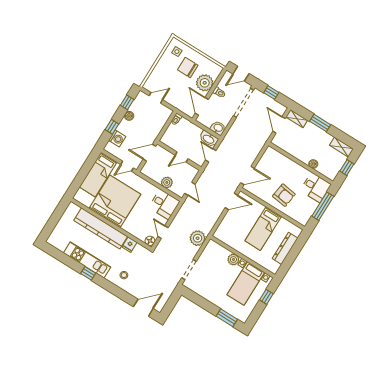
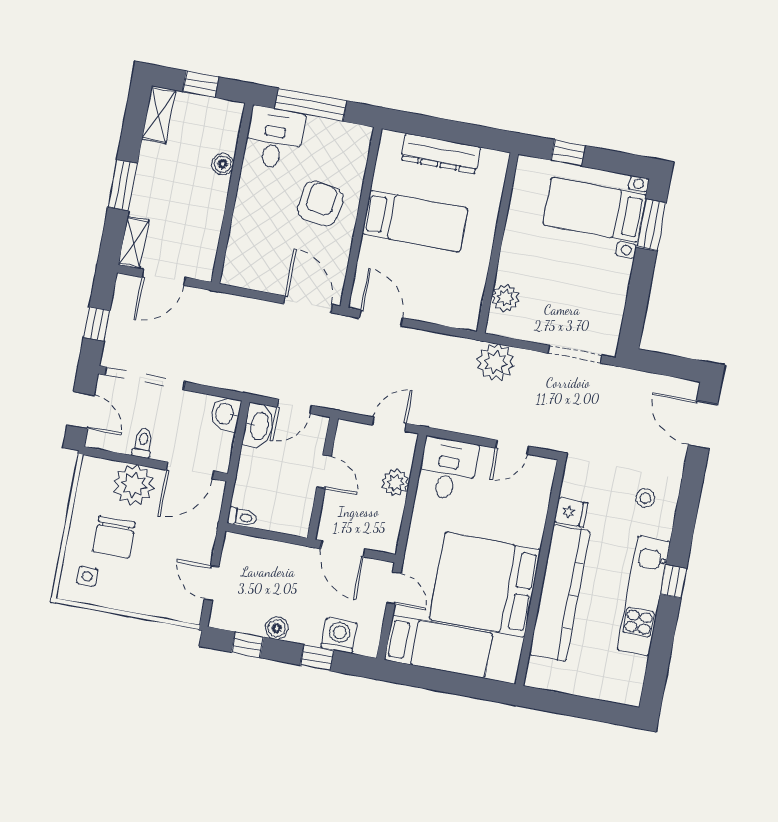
floor lamp: (150, 241) -> (544, 469), removed
plant: (233, 259) -> (505, 298), moved
bed with nightstands: (246, 284) -> (595, 210), moved, turned 180

